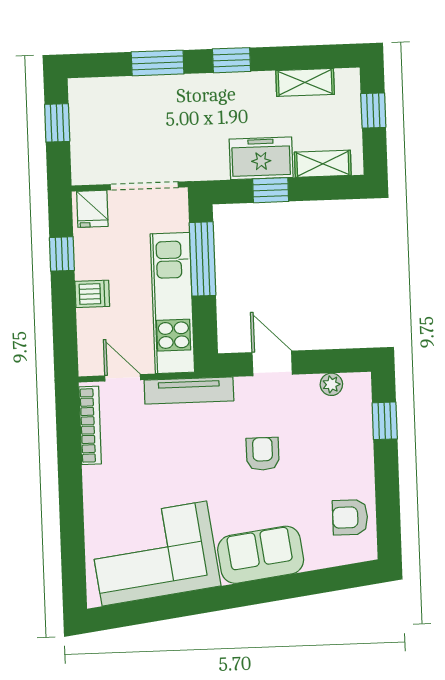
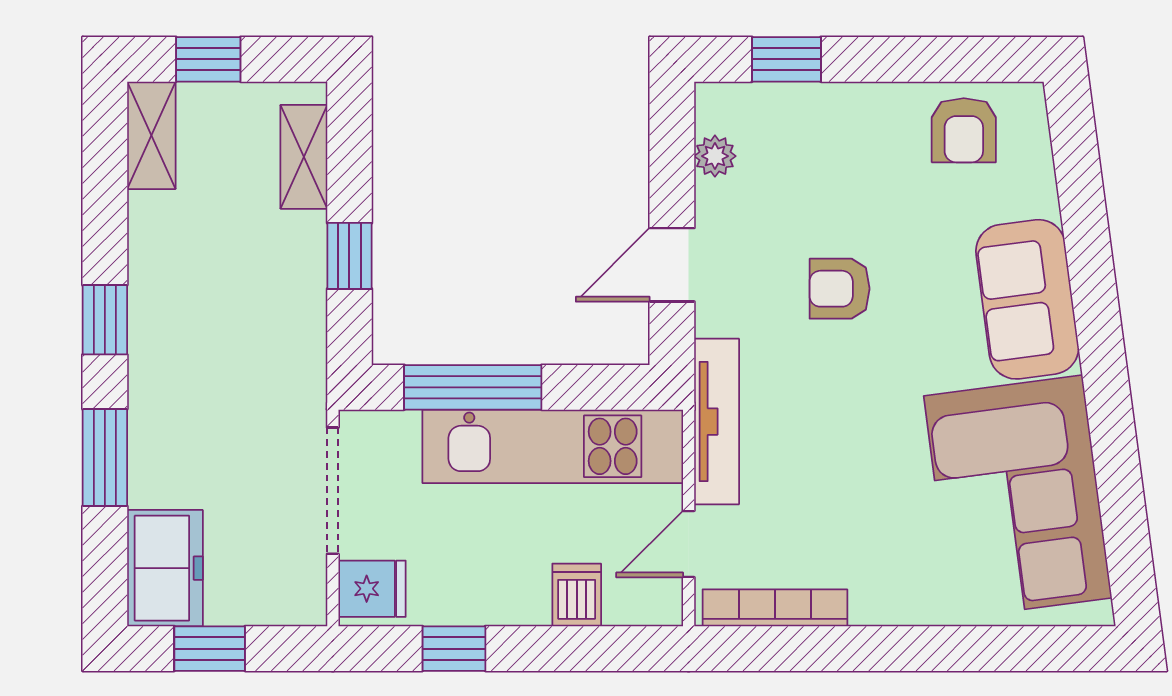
shelving: (305, 82) -> (151, 135), moved
freezer: (261, 158) -> (165, 568), moved, turned 180
dishwasher: (92, 294) -> (577, 595), moved

